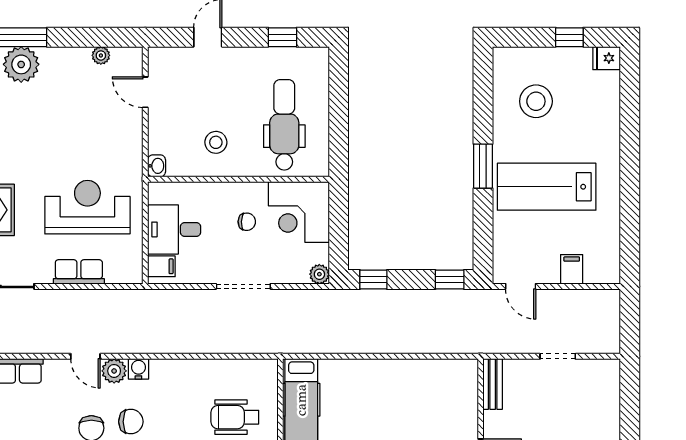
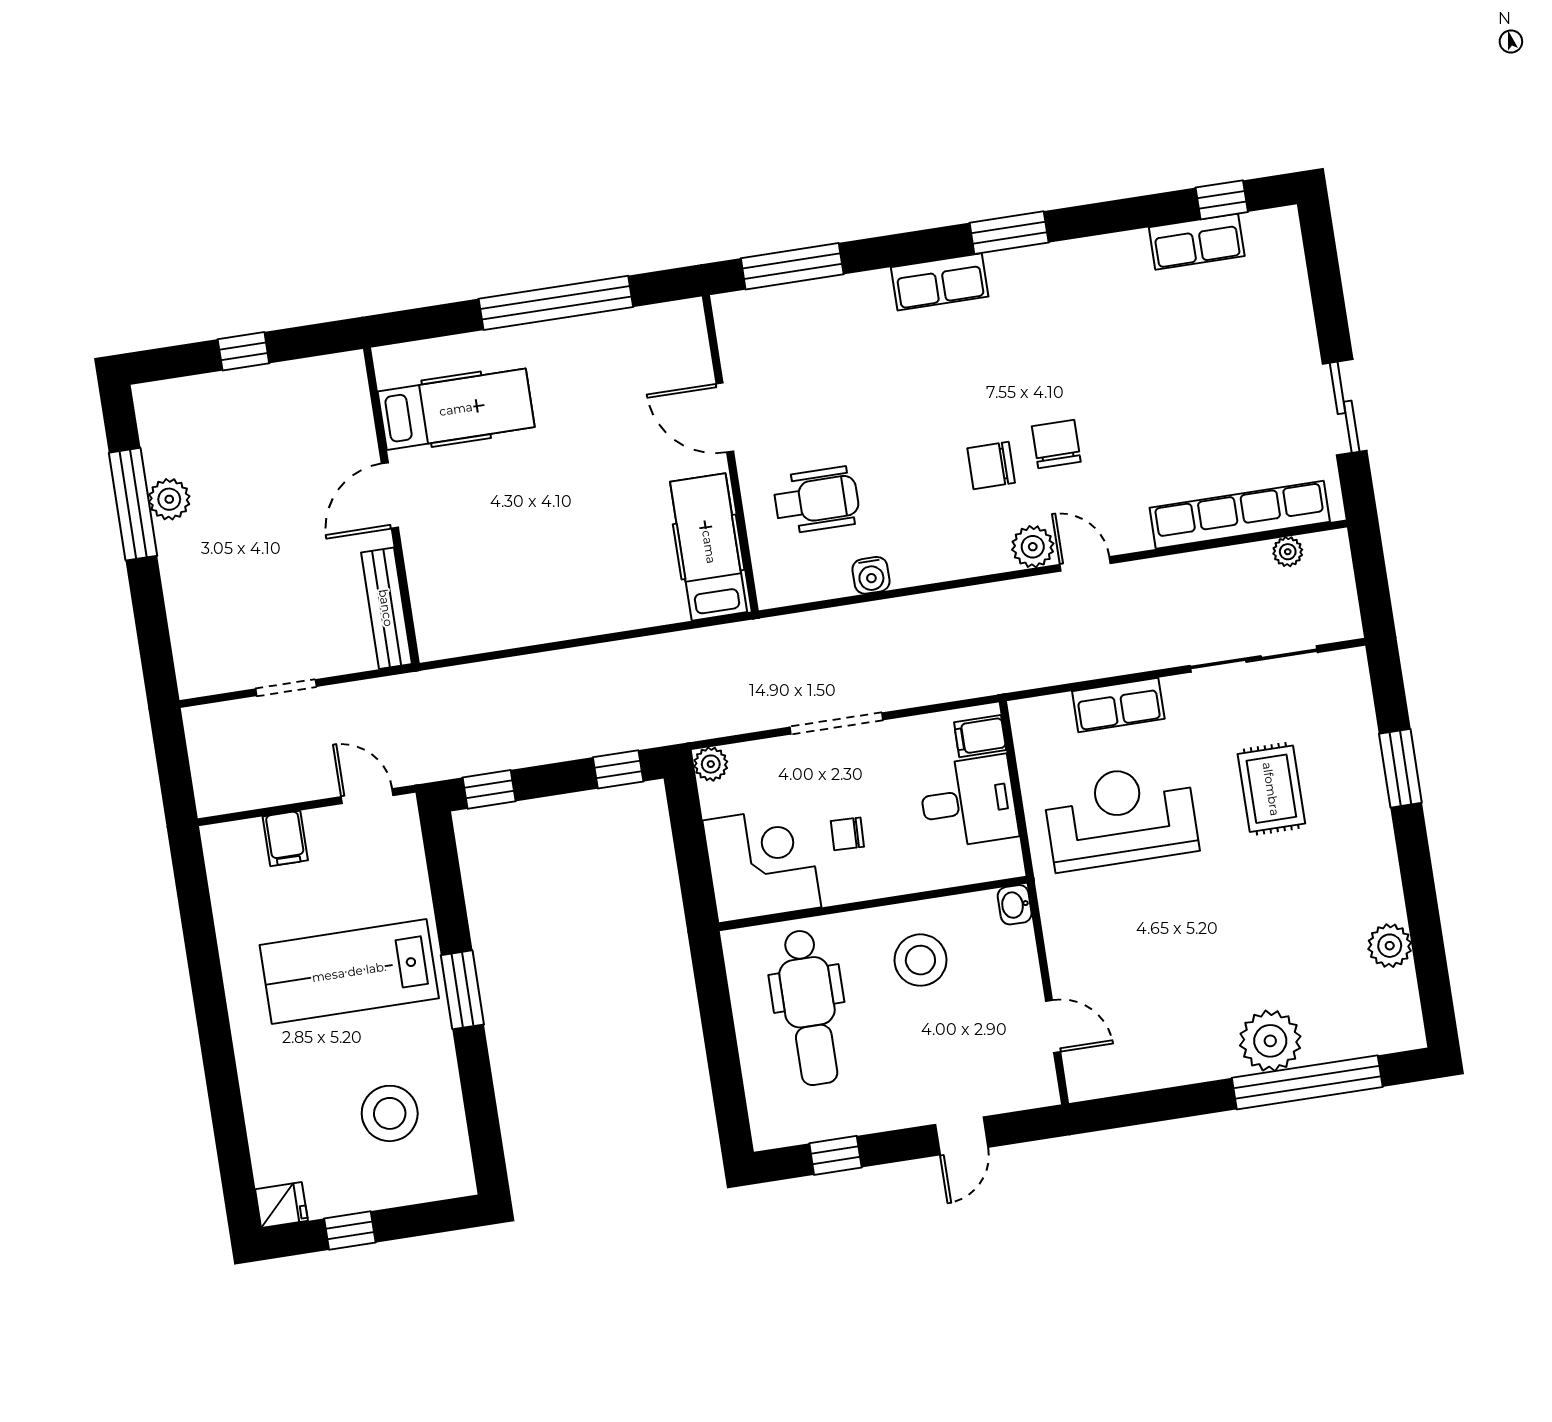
plant: (101, 55) -> (1138, 1077), removed
stool: (216, 142) -> (920, 960), width x1.38, depth x1.38
lab bench: (547, 187) -> (349, 972), turned 180
reception desk: (87, 207) -> (1121, 817), turned 180
water cooler: (138, 369) -> (871, 575), moved
bench: (493, 384) -> (386, 608), width x1.36

